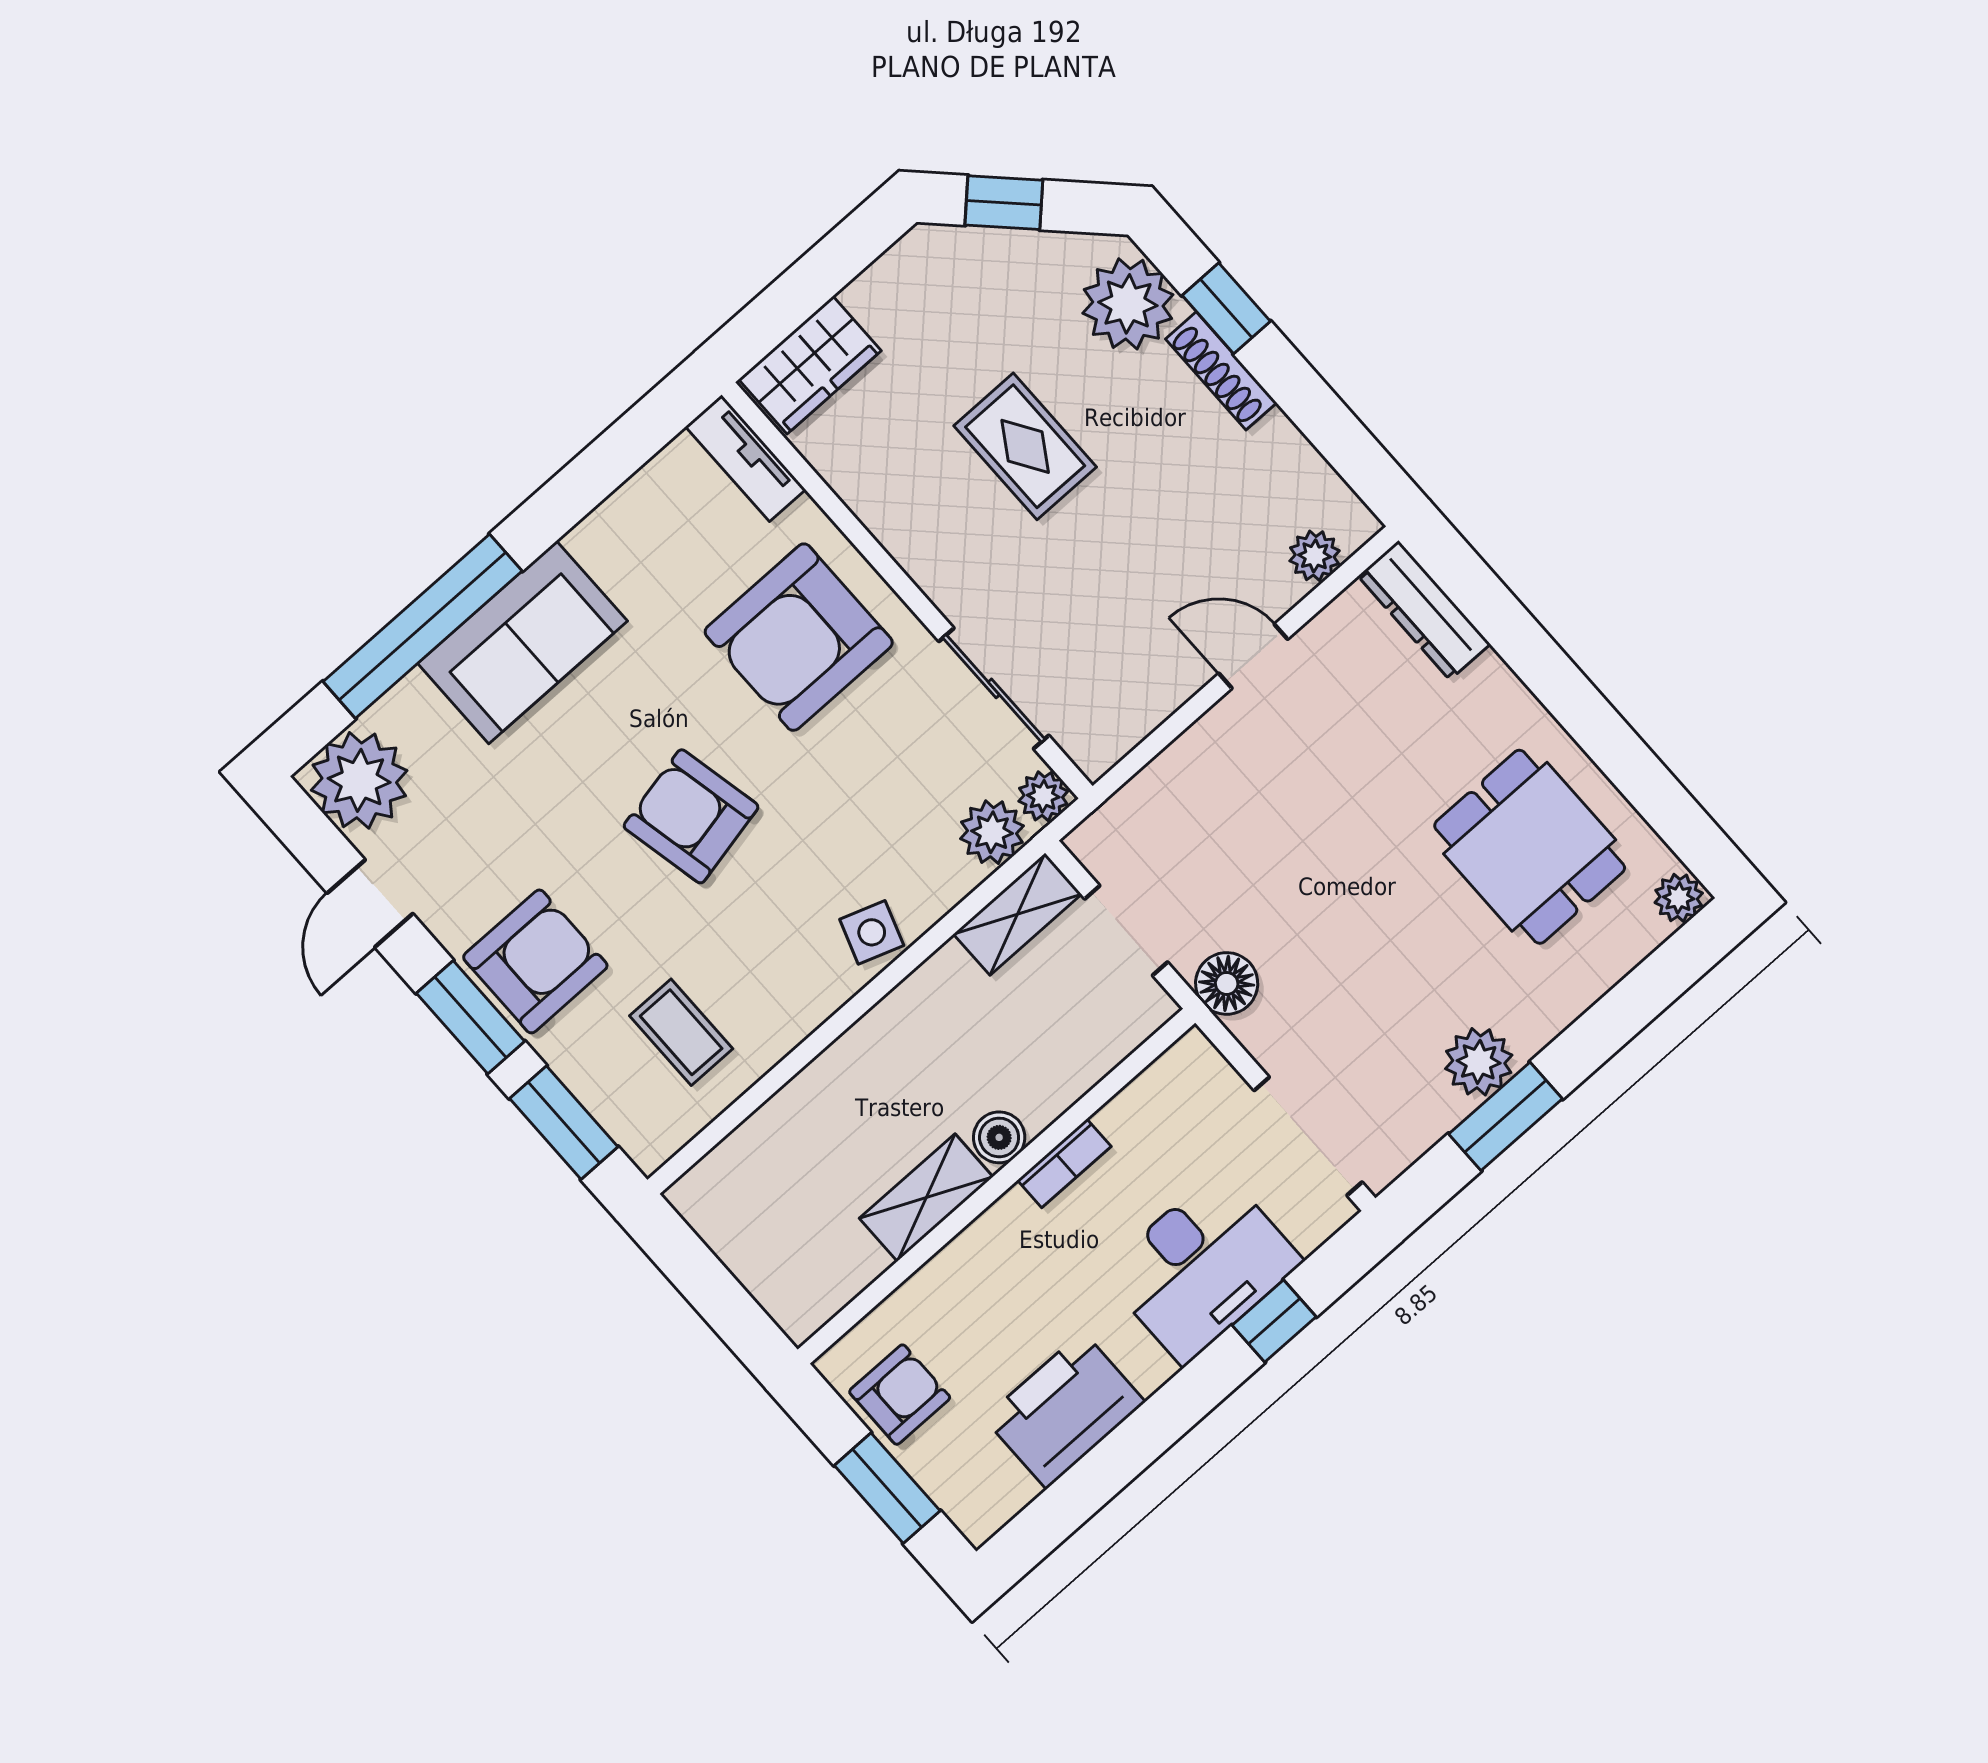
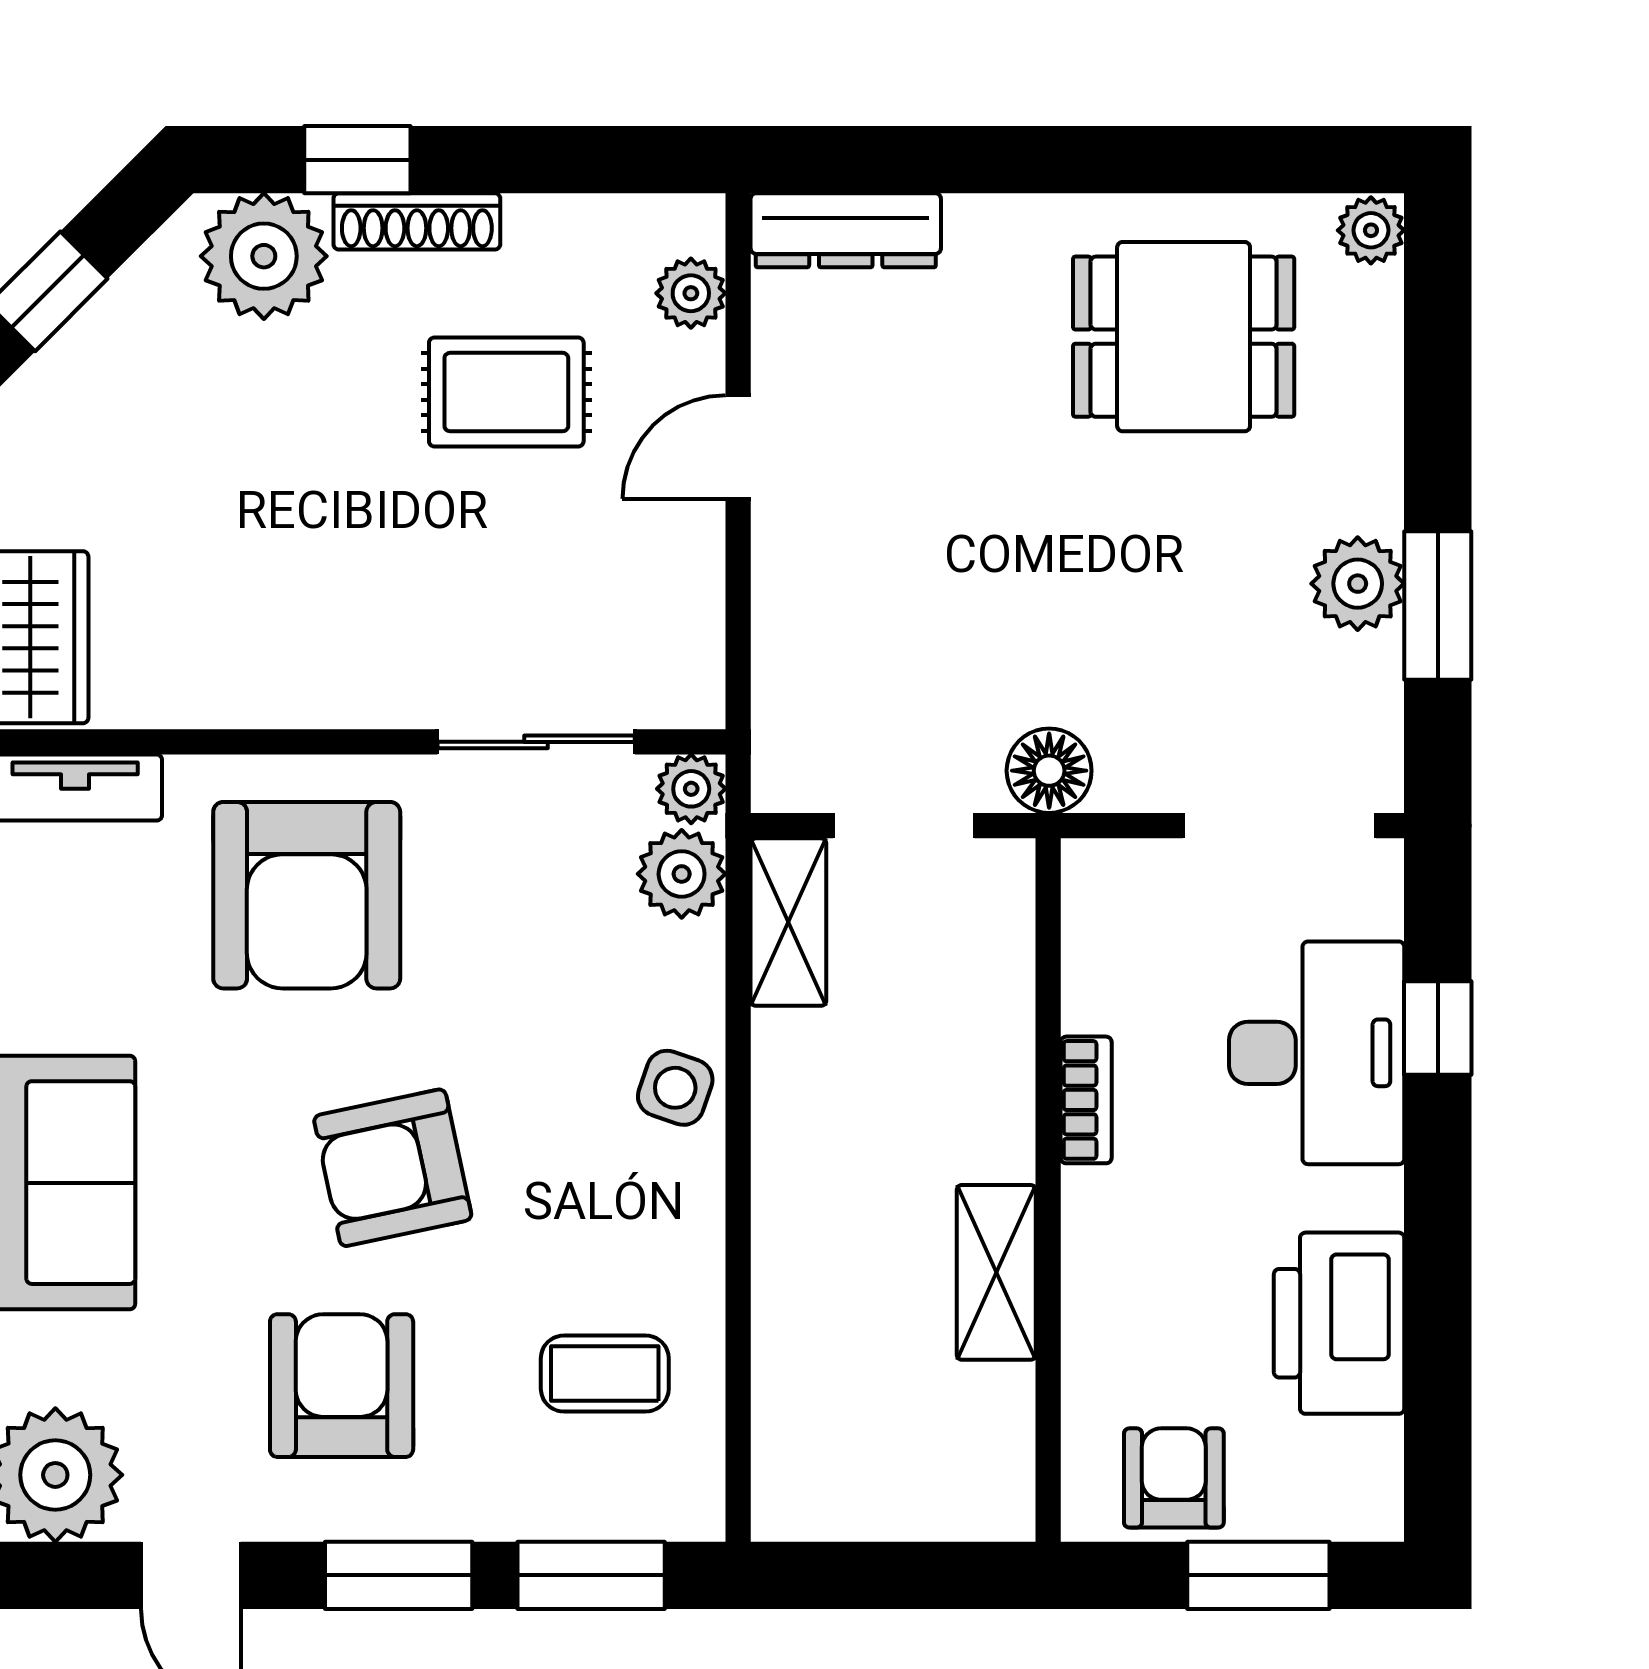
rug: (1025, 446) -> (506, 392), moved
armchair: (535, 961) -> (342, 1386), moved
boiler: (999, 1137) -> (1001, 1143), removed

